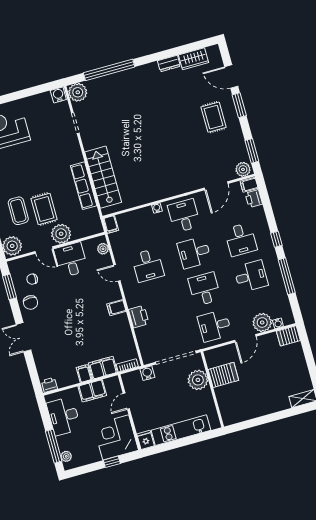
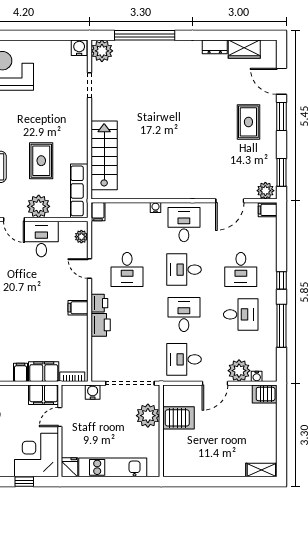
row of seats: (84, 186) -> (79, 191), moved
printer: (254, 199) -> (99, 303), moved, turned 180
rug: (44, 209) -> (41, 161), moved
filing cabinet: (92, 391) -> (44, 395), moved

